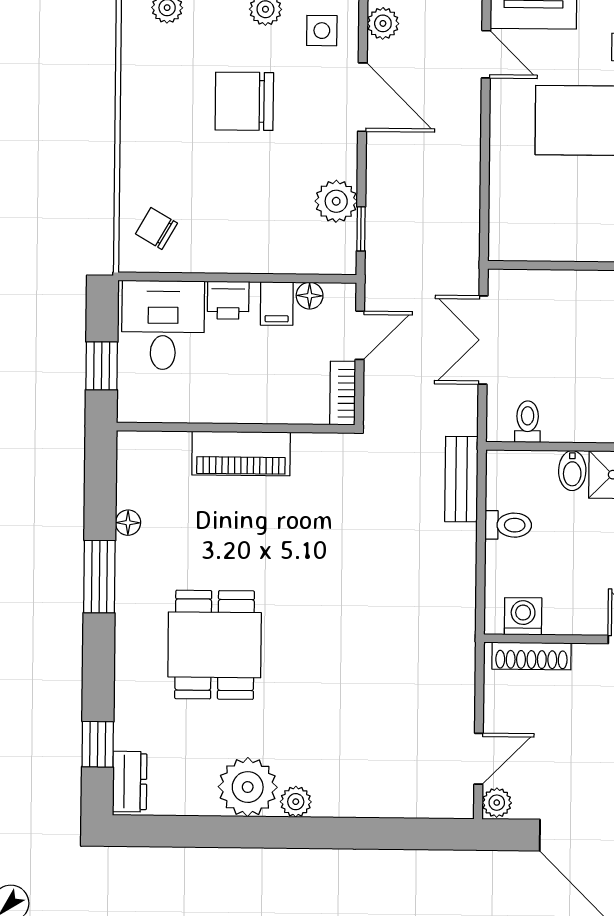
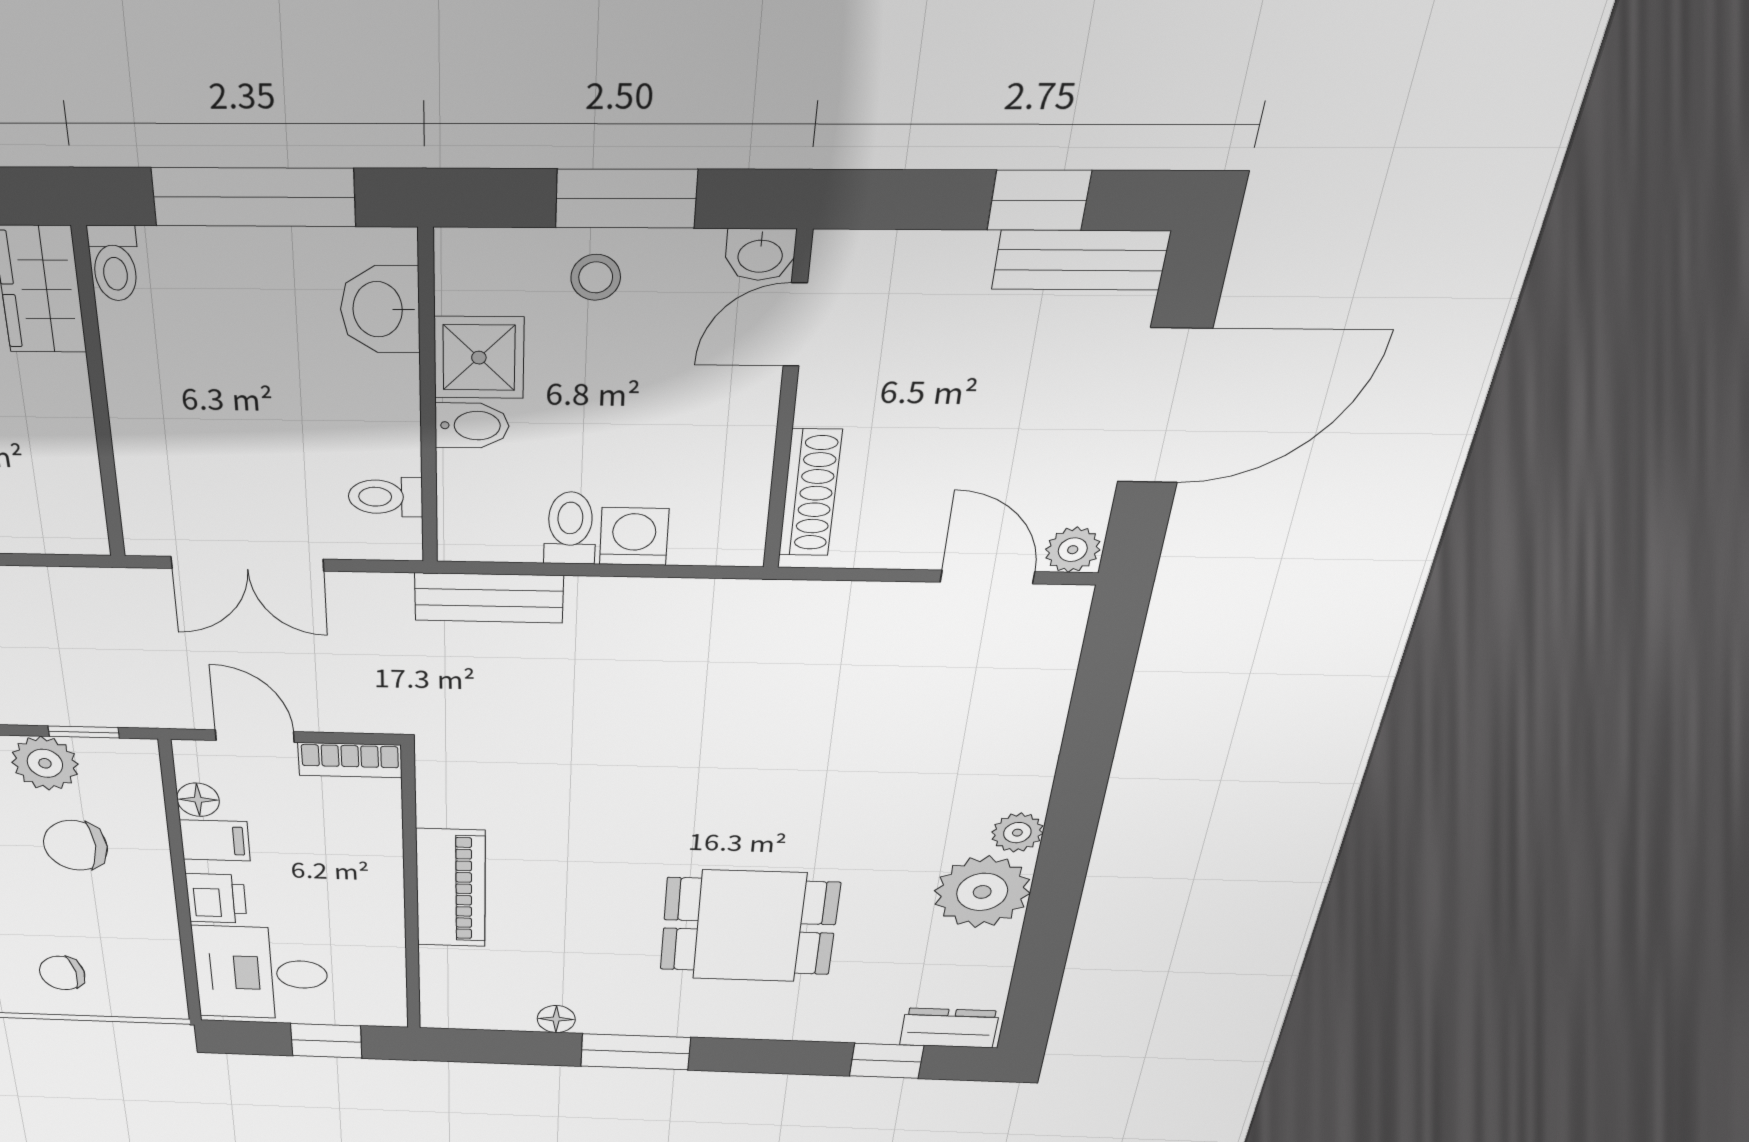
chair: (270, 212) -> (76, 845), added
chair: (156, 228) -> (62, 973), moved, turned 51
washing machine: (523, 616) -> (634, 537), moved, turned 90

